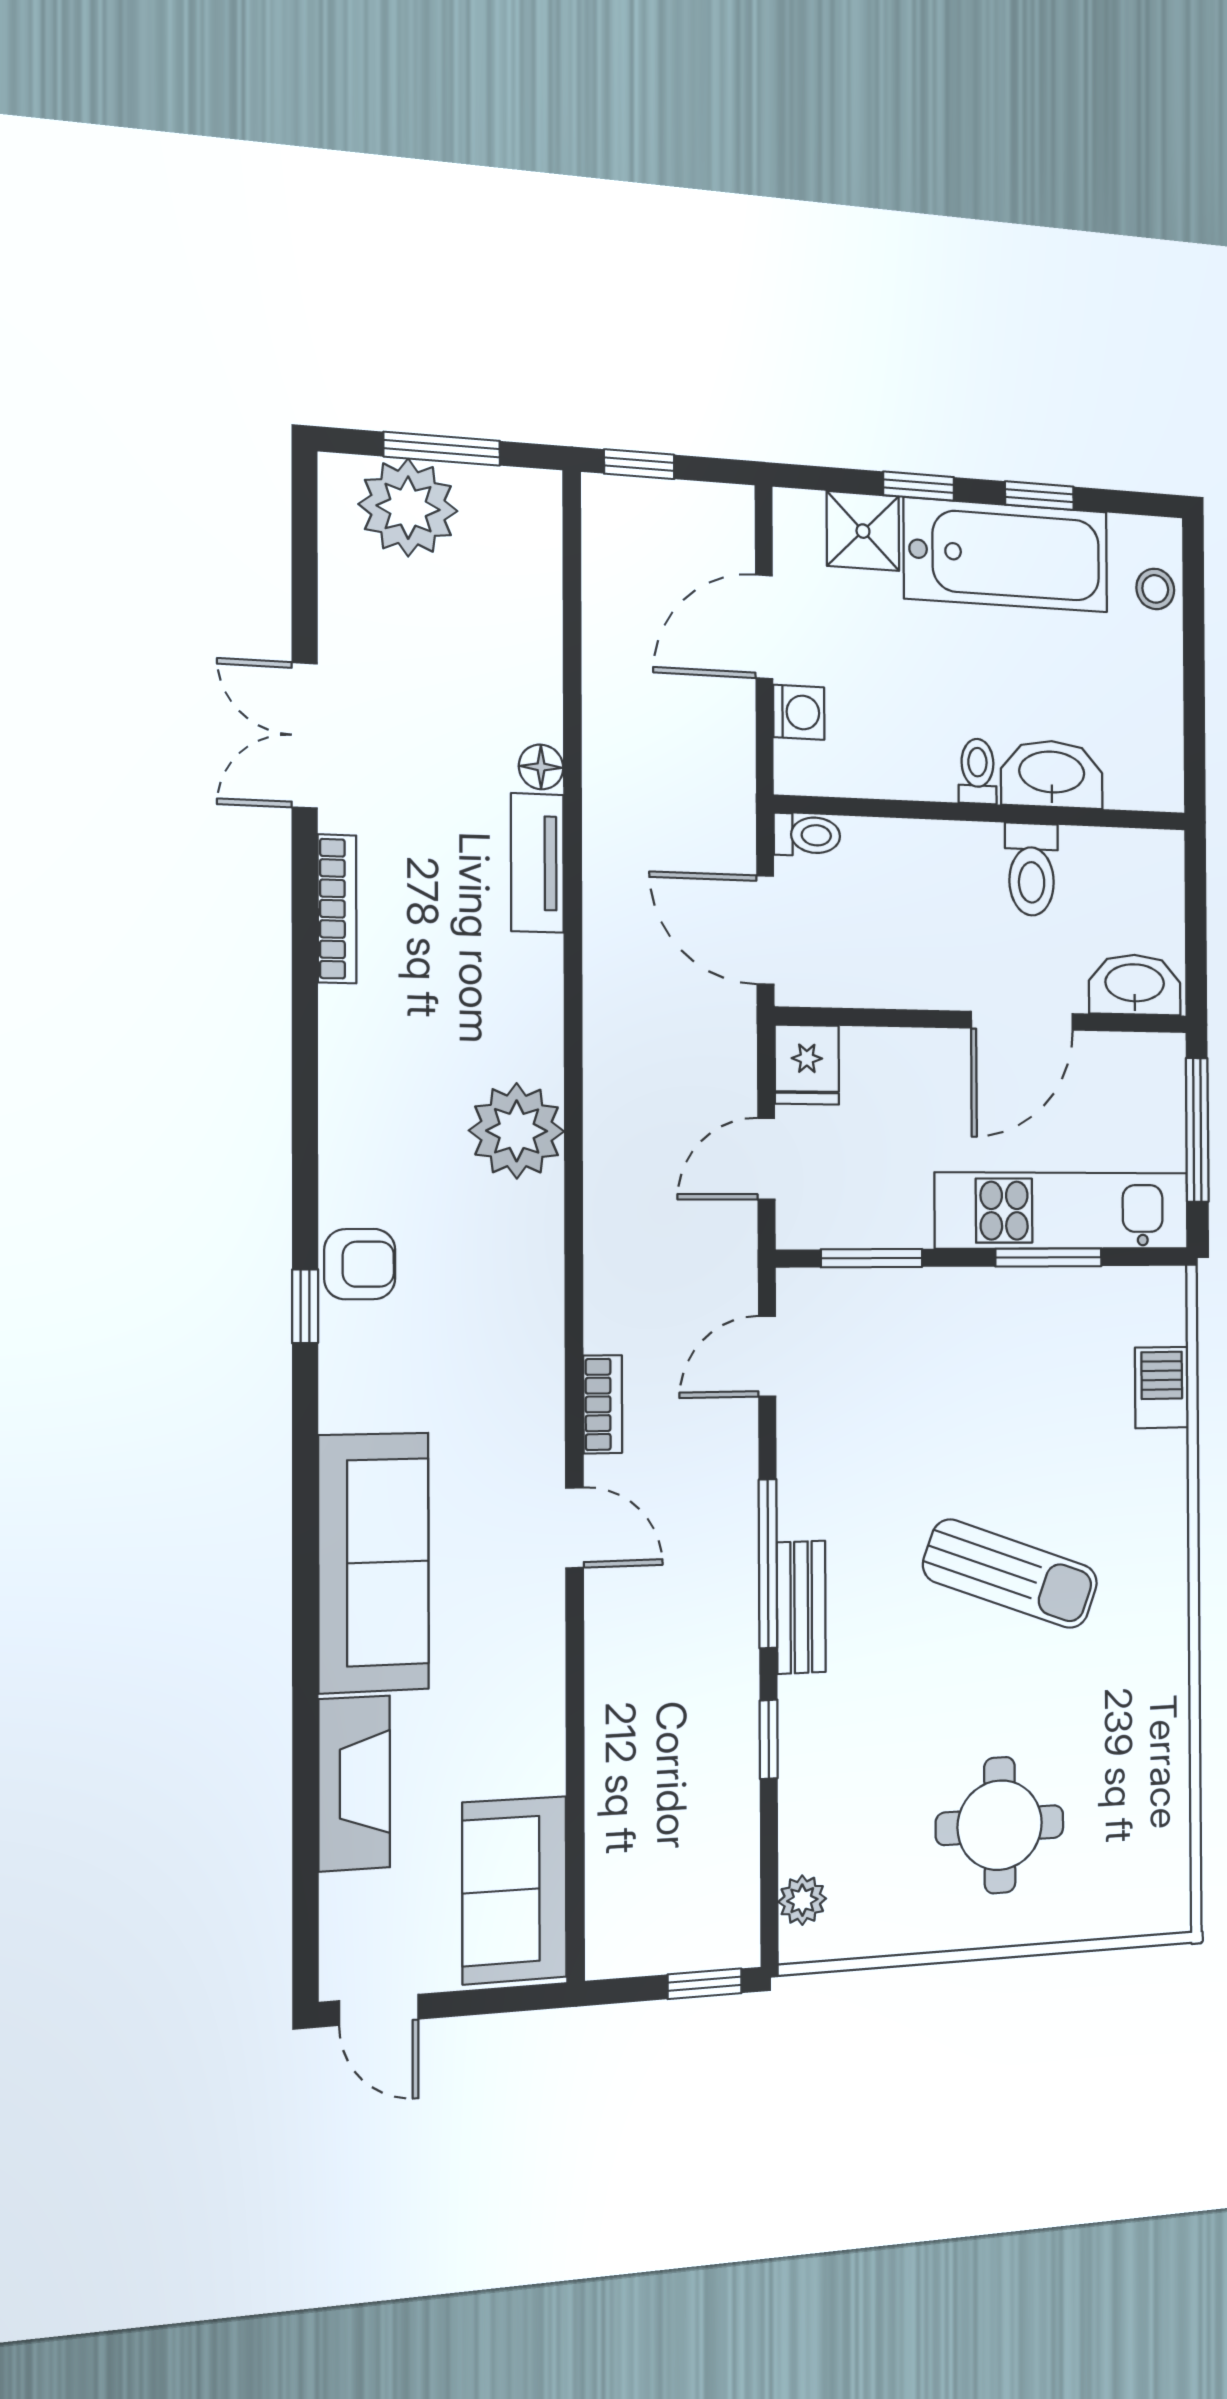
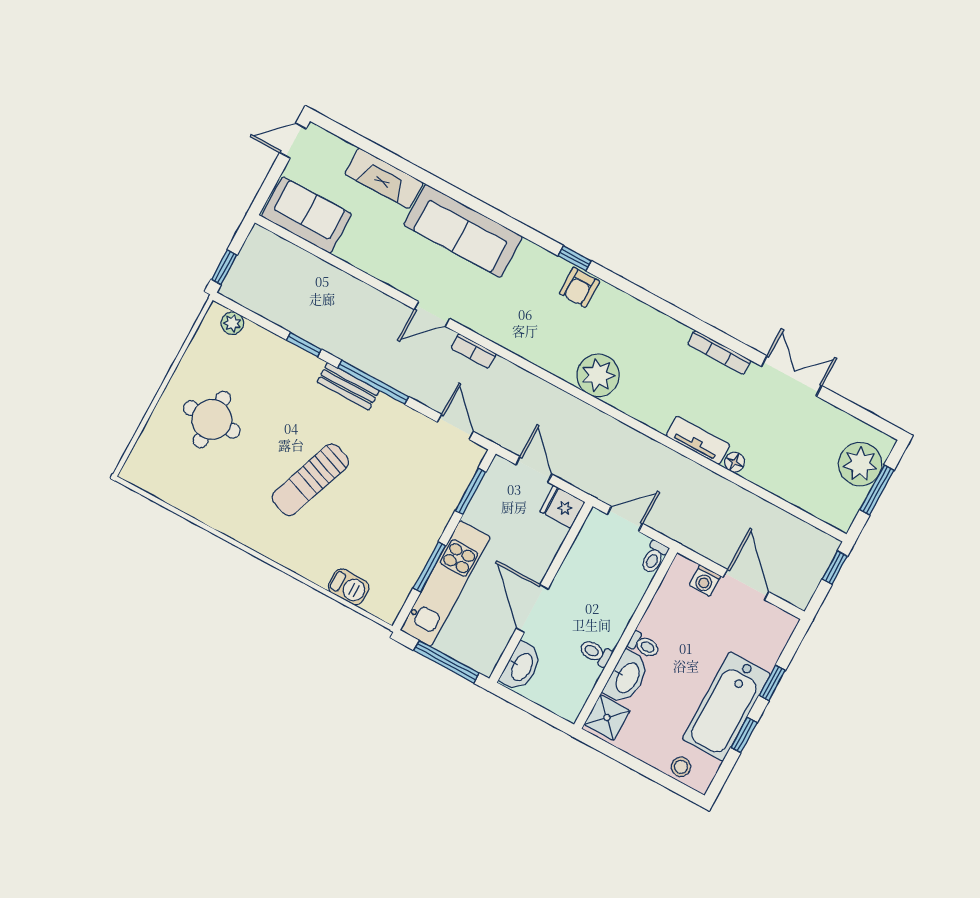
shower: (863, 531) -> (607, 718), moved
toilet: (1032, 869) -> (596, 653), width x0.73, depth x0.72
door: (765, 930) -> (625, 519), width x0.73

